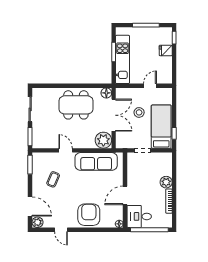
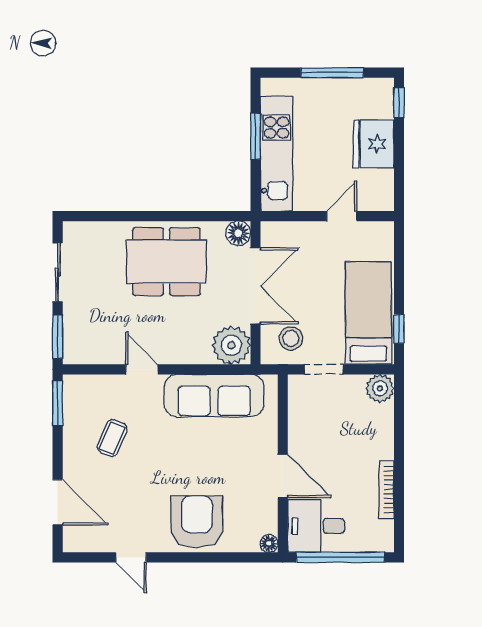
fridge: (166, 50) -> (374, 144), width x1.88, depth x1.34
stool: (139, 112) -> (291, 338), moved
plant: (166, 182) -> (380, 388), moved
door: (125, 195) -> (283, 476), swing flipped
plant: (38, 222) -> (75, 540), removed

